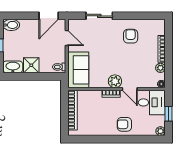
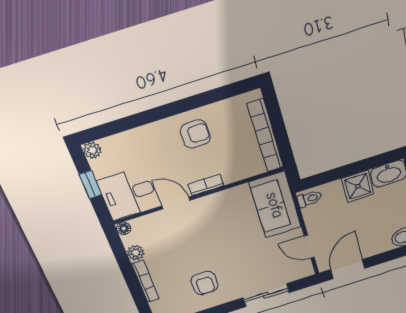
plant: (115, 81) -> (206, 207), removed
armchair: (124, 124) -> (195, 134), moved

